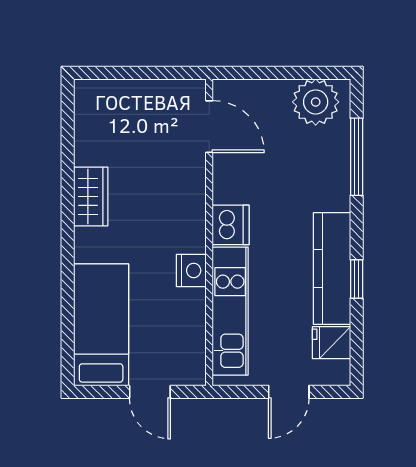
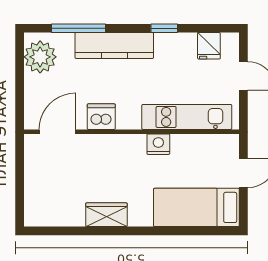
dishwasher: (231, 225) -> (101, 117), moved
kitchen counter: (332, 268) -> (114, 46), moved

